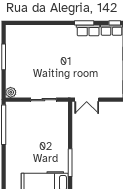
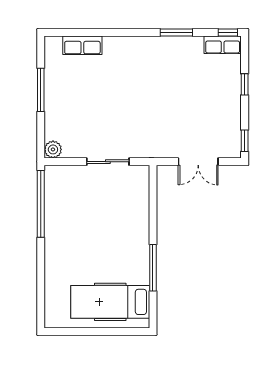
row of seats: (88, 30) -> (82, 45), moved
double door: (87, 100) -> (198, 162), moved

